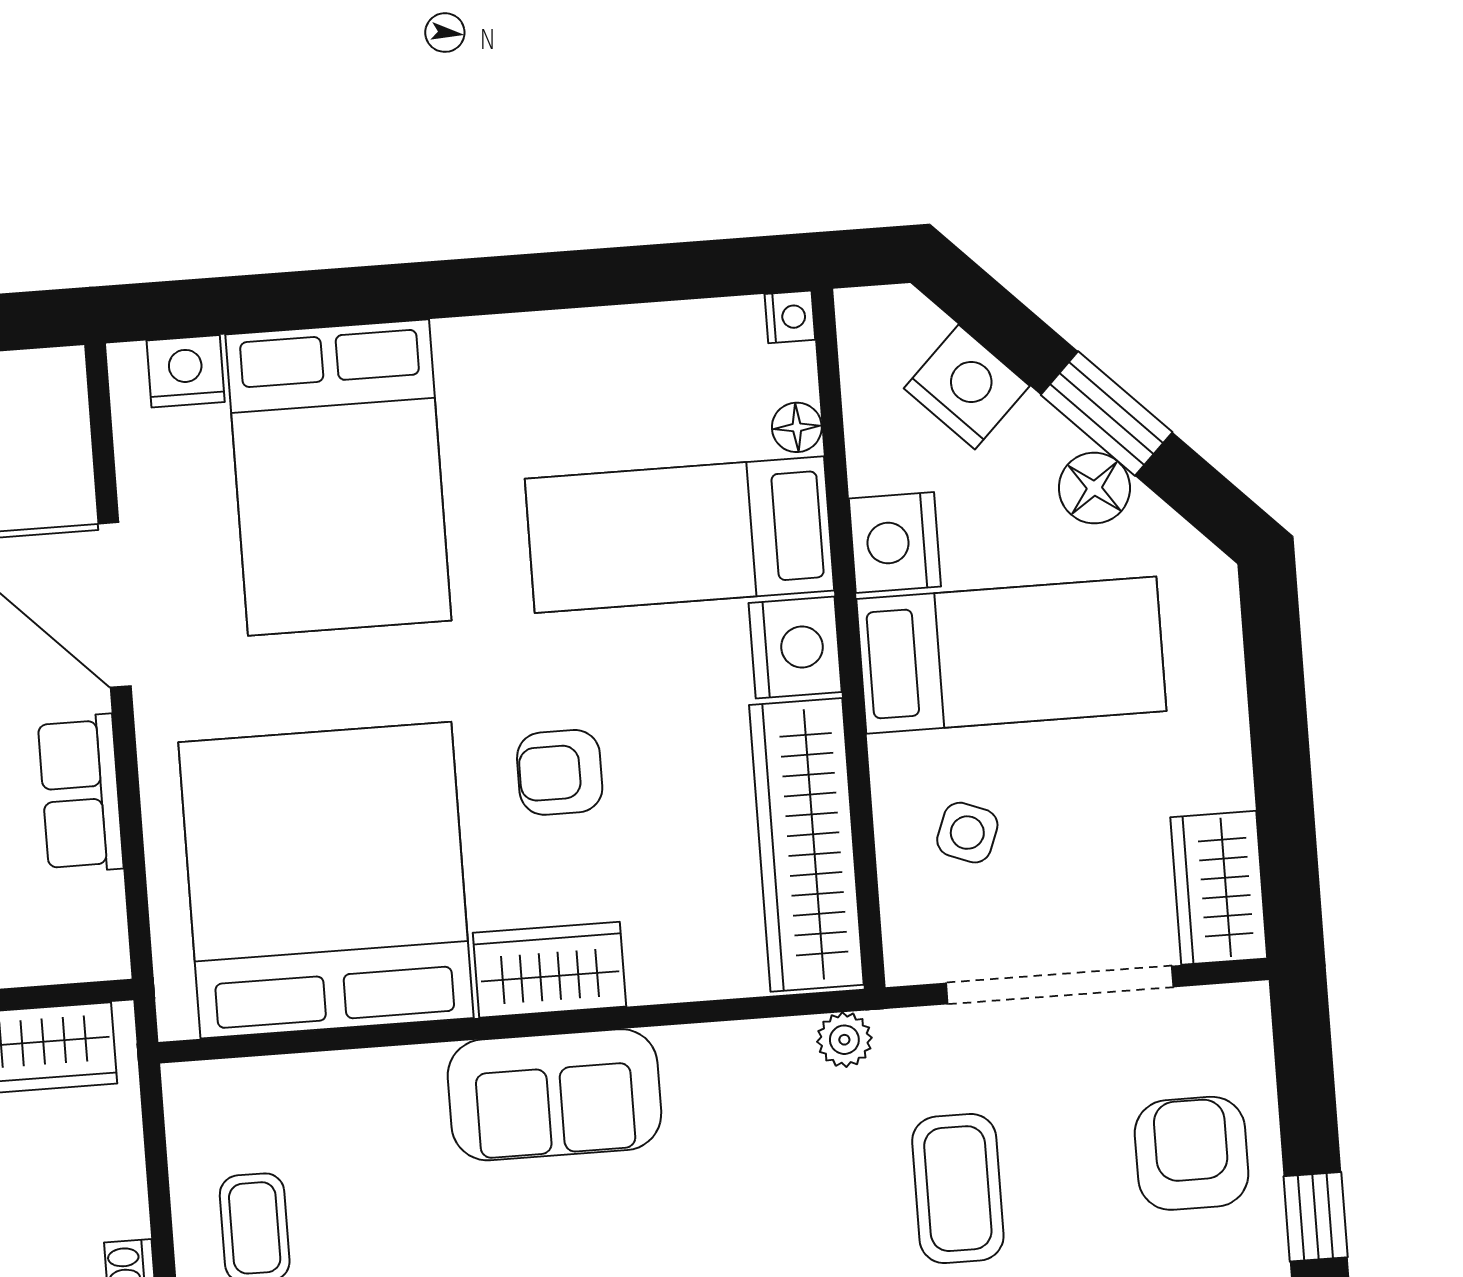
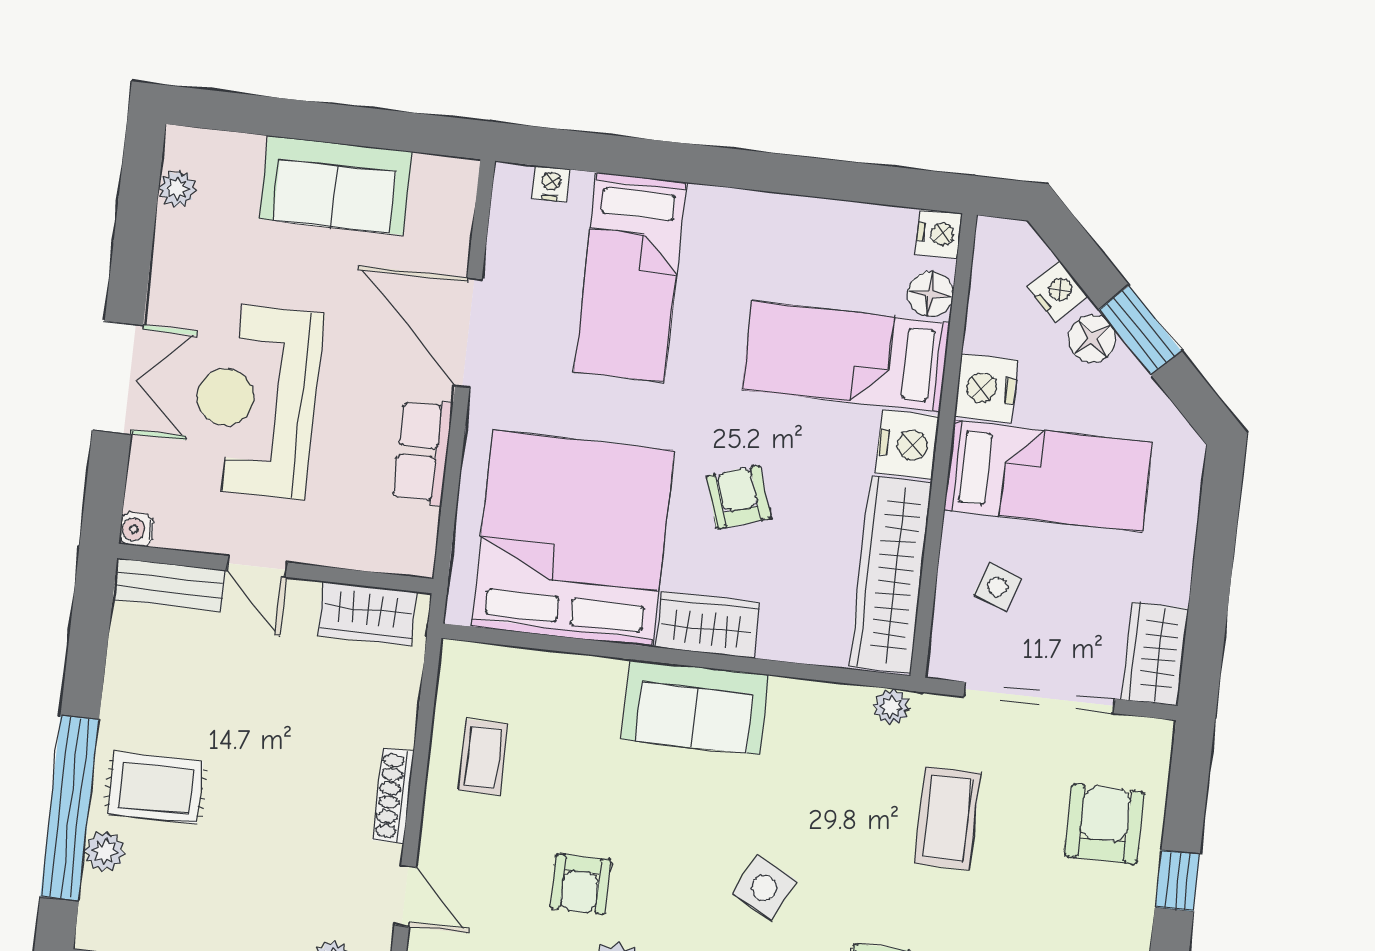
nightstand: (790, 317) -> (939, 234), width x1.39, depth x1.35
nightstand: (186, 371) -> (551, 184), width x0.72, depth x0.74
nightstand: (967, 387) -> (1057, 291), width x0.74, depth x0.75
floor lamp: (797, 427) -> (931, 294), width x1.37, depth x1.37
bed: (338, 477) -> (630, 277), width x0.67
floor lamp: (1094, 488) -> (1092, 339), moved
armchair: (560, 772) -> (738, 497), turned 72

